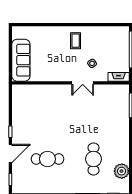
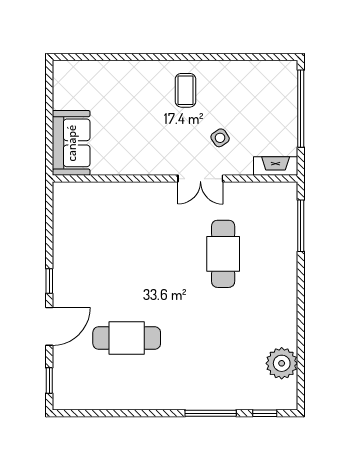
sofa: (21, 60) -> (71, 143), width x0.73
cafe table: (94, 159) -> (223, 254), moved

